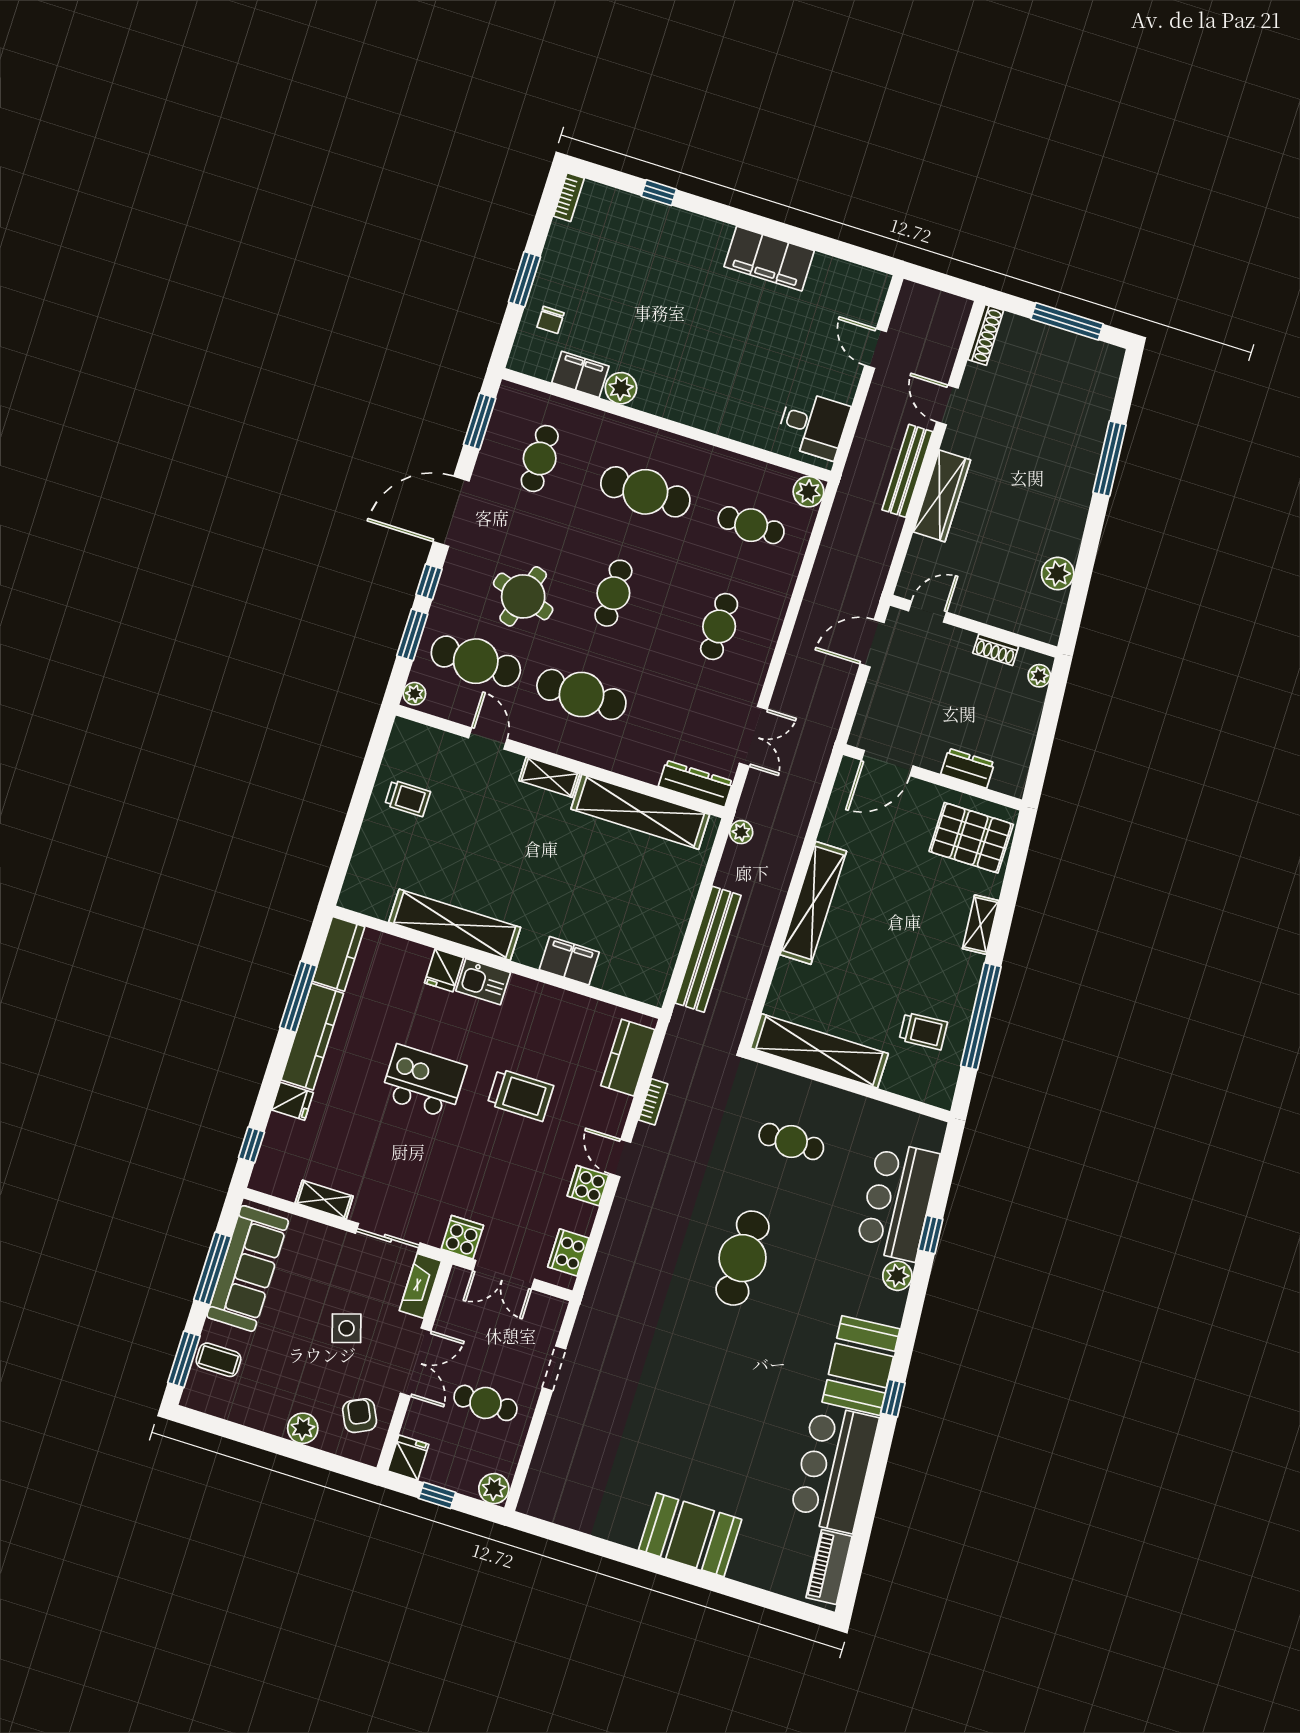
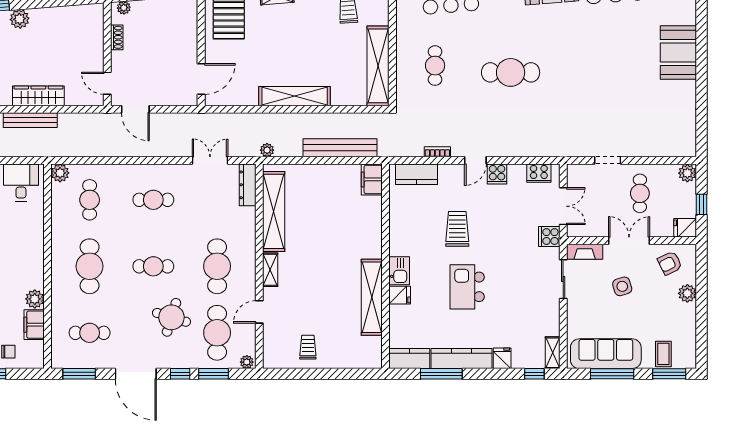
plant: (1058, 574) -> (20, 19), moved
door: (887, 763) -> (201, 79), hinge flipped
dresser: (968, 768) -> (190, 32), removed
filing cabinet: (569, 961) -> (372, 179), moved
shelving: (324, 1200) -> (553, 353), moved

